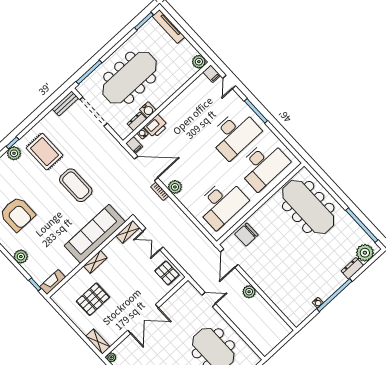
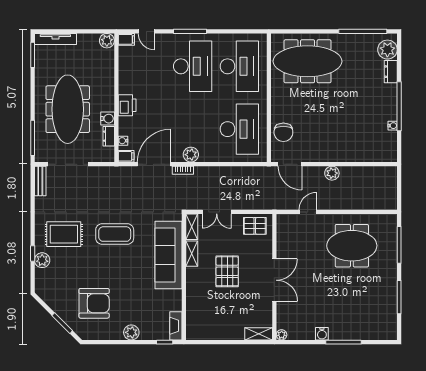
printer: (156, 126) -> (127, 105), moved
shelving: (95, 262) -> (192, 254), moved
pallet: (93, 299) -> (227, 271), moved

